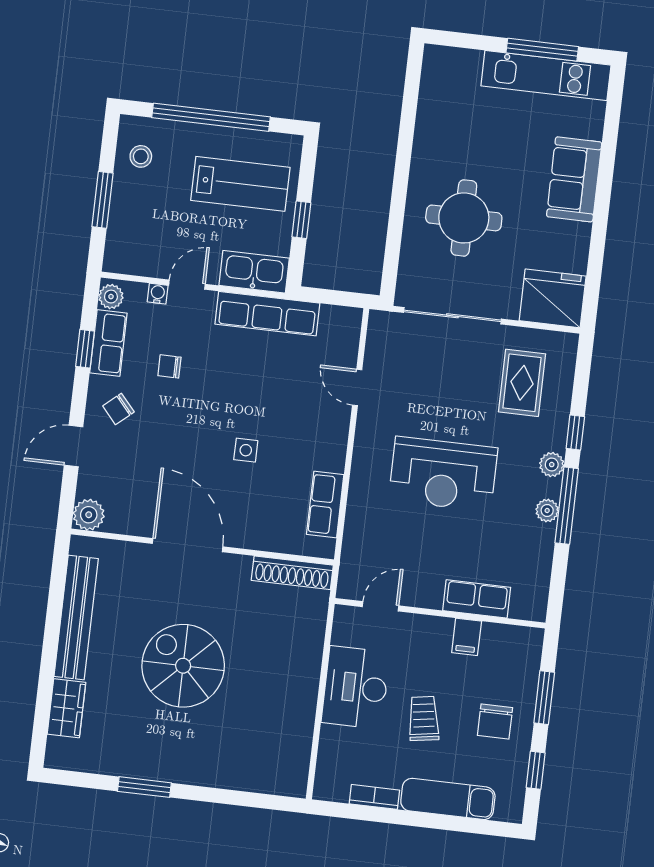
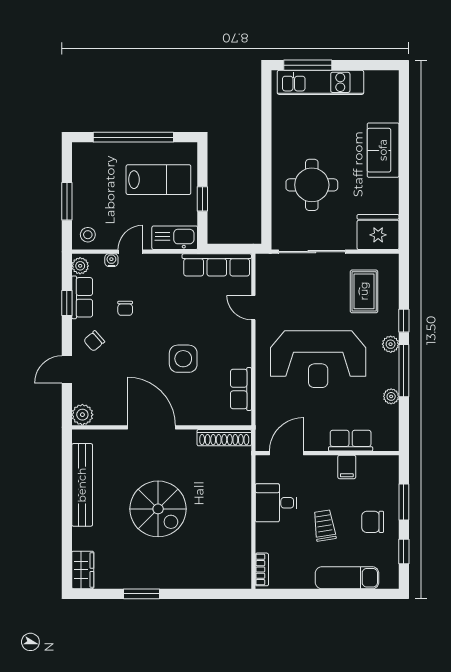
window: (542, 50) -> (308, 65), moved
kitchen unit: (546, 75) -> (320, 82), moved
stool: (141, 156) -> (88, 235), moved
row of seats: (267, 314) -> (217, 265), moved
chair: (169, 366) -> (125, 308), turned -90
side table: (246, 450) -> (183, 359), width x1.87, depth x1.87
reception desk: (443, 474) -> (318, 359), width x1.36, depth x1.30
plant: (547, 511) -> (391, 396), moved
door: (381, 606) -> (286, 453), width x1.37
spiral stairs: (183, 666) -> (158, 509), turned 180
desk: (356, 687) -> (276, 503), width x0.73
wardrobe: (66, 708) -> (83, 570), moved
chair: (495, 721) -> (373, 522), turned 90
bookcase: (374, 797) -> (262, 569), moved, turned 90

